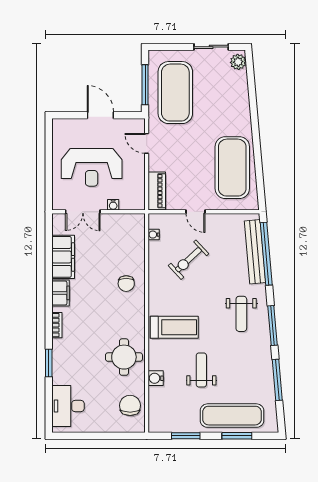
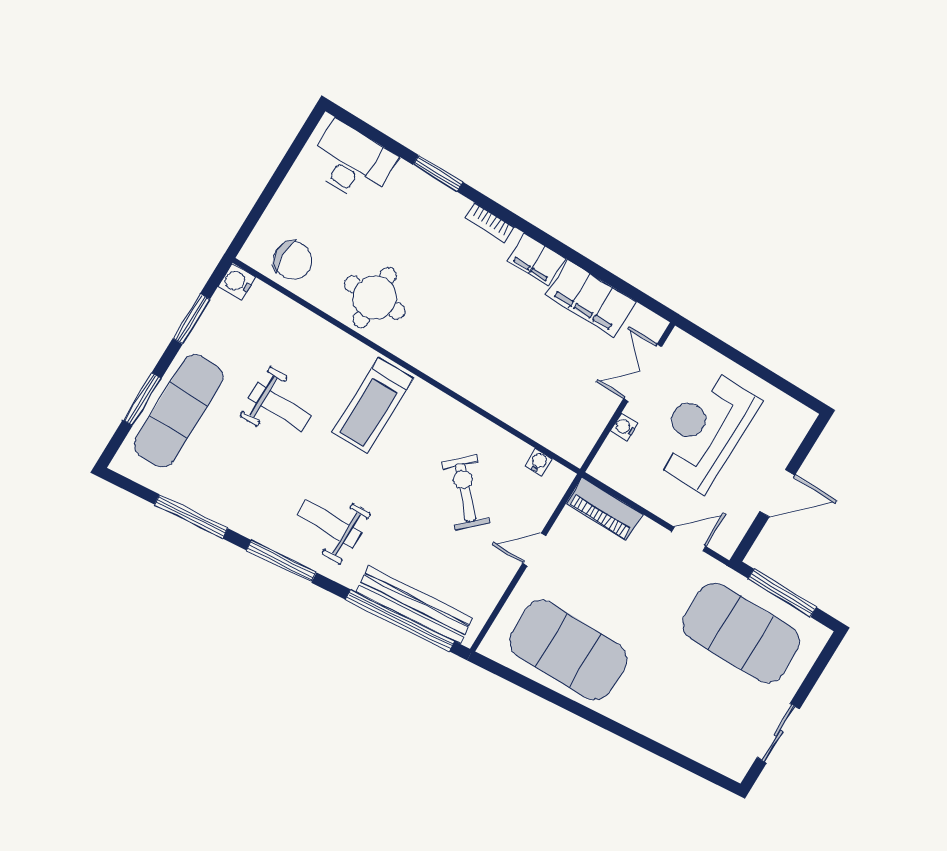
plant: (238, 62) -> (729, 761), removed
chair: (126, 284) -> (488, 372), removed
water cooler: (156, 378) -> (237, 282), moved, turned -90

